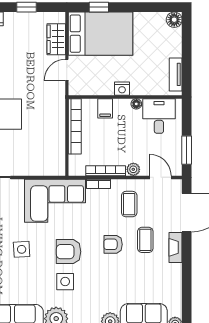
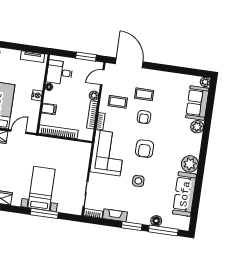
door: (67, 70) -> (18, 132), swing flipped
fireplace: (176, 247) -> (152, 74), removed
side table: (65, 282) -> (165, 154), removed

